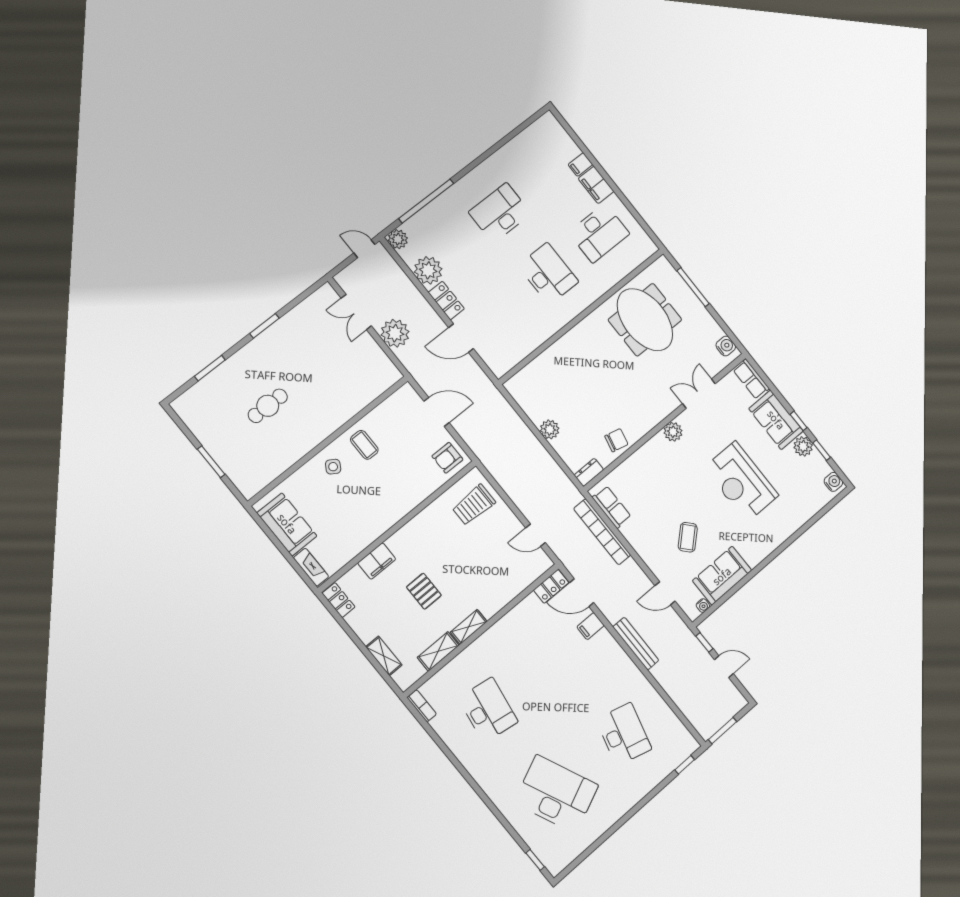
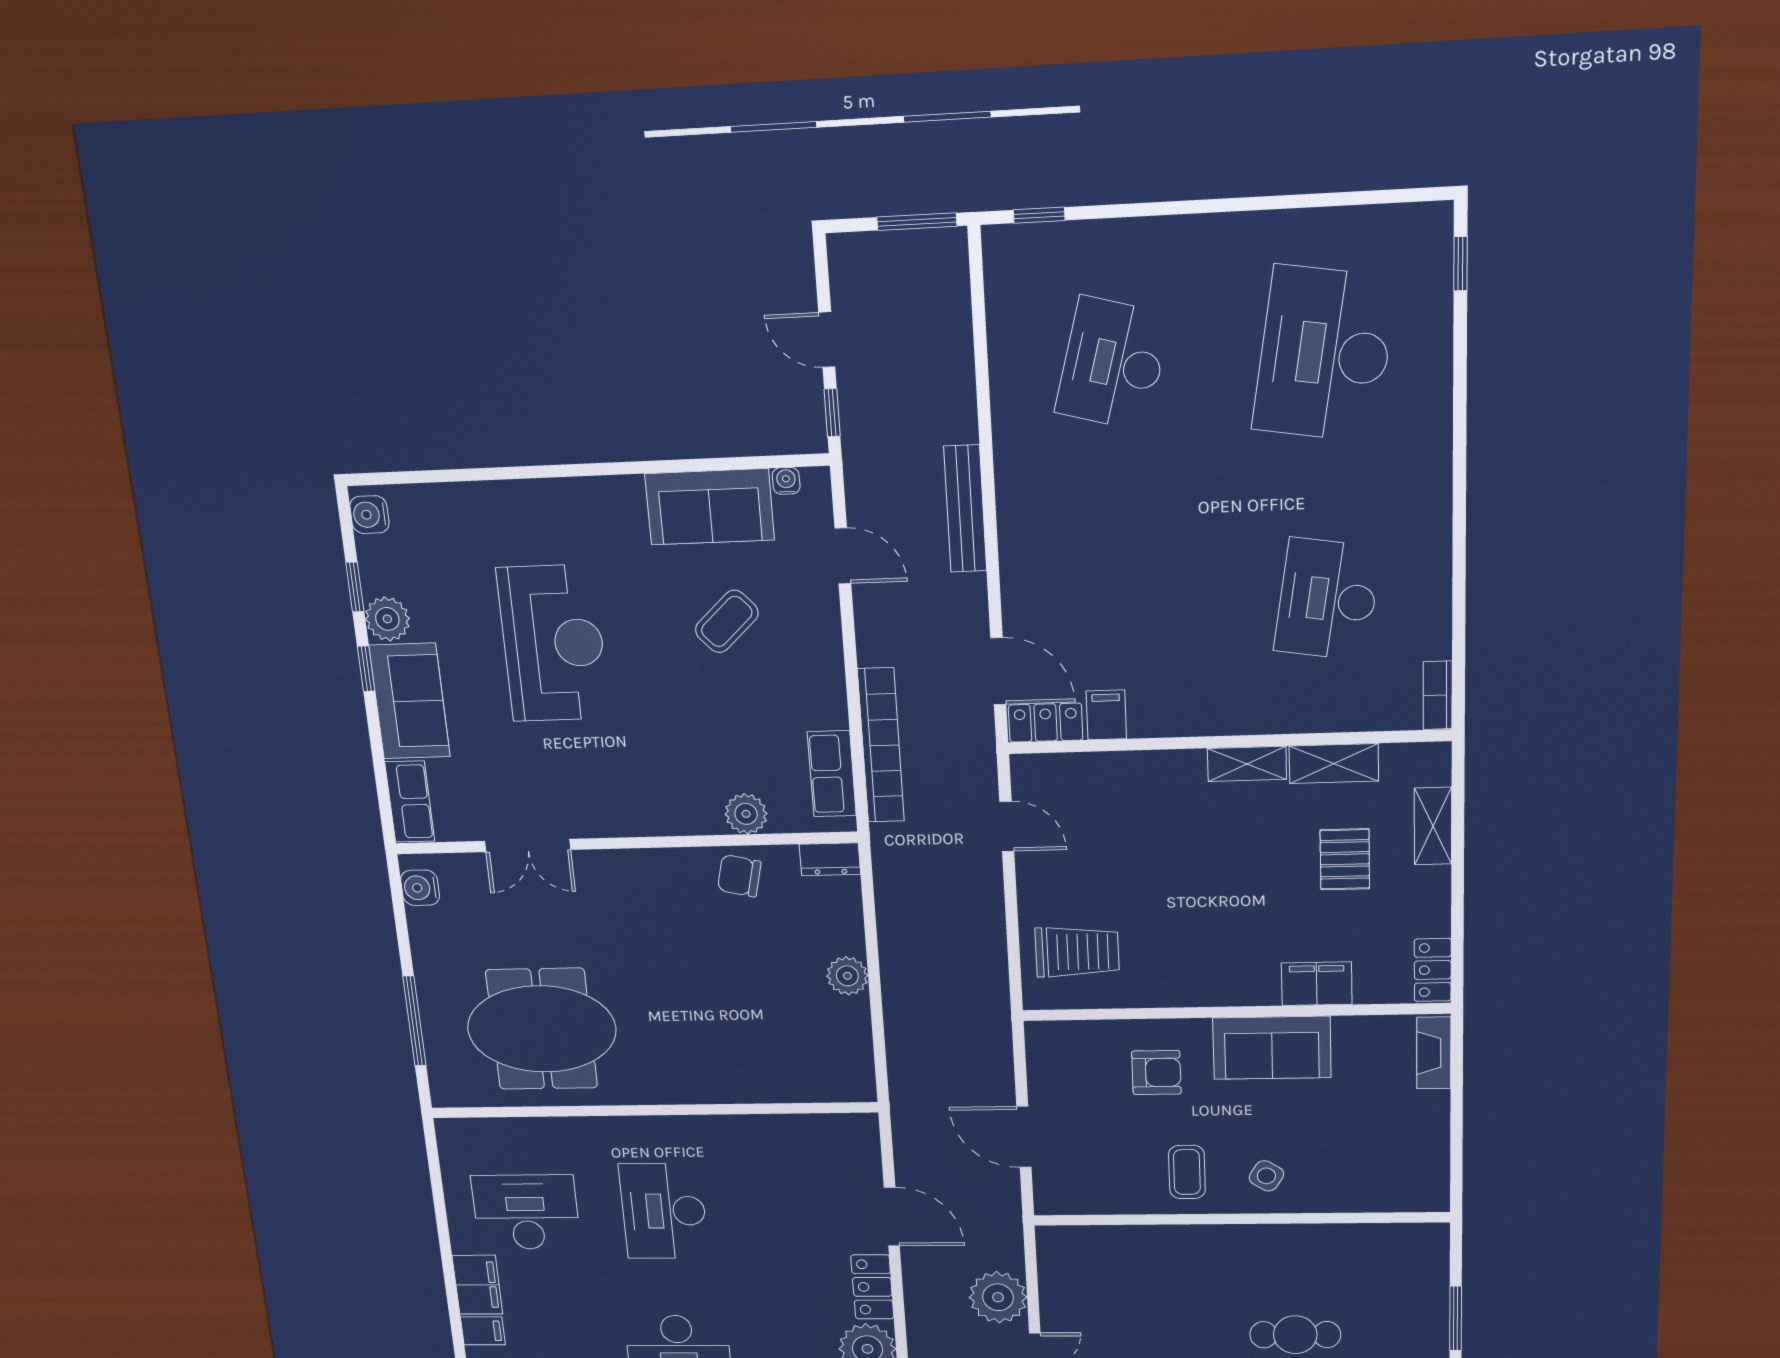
meeting table: (645, 320) -> (542, 1029), turned 90
plant: (673, 432) -> (746, 814), moved
armchair: (447, 458) -> (1156, 1073), moved
sofa: (287, 524) -> (1272, 1048), moved, turned -90
pallet: (424, 591) -> (1345, 859), moved
filing cabinet: (591, 626) -> (1106, 715), moved, turned -90
desk: (556, 794) -> (1325, 354), turned 33

